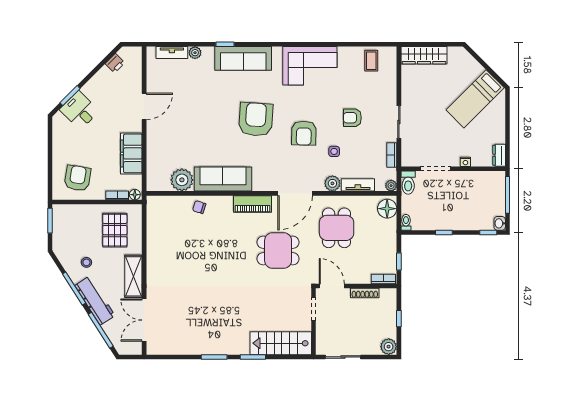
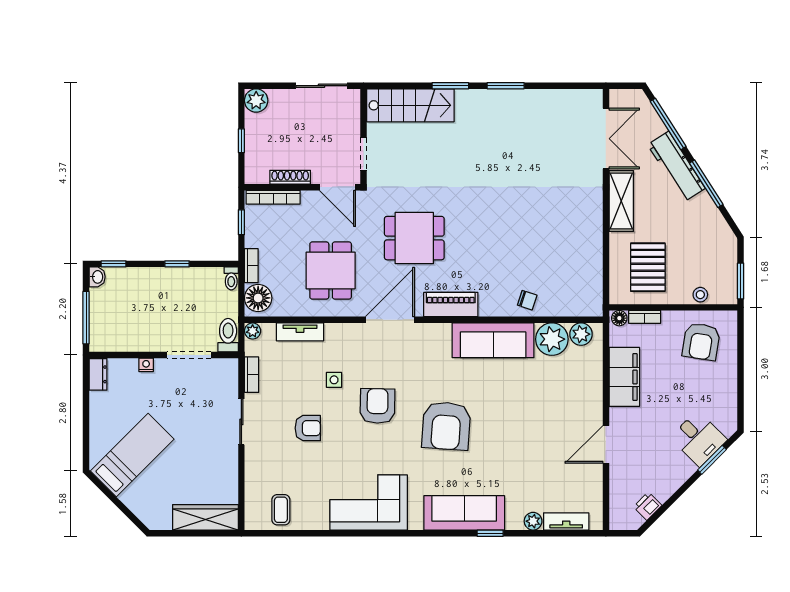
plant: (332, 183) -> (581, 334), moved
bookcase: (392, 231) -> (251, 266), added
stool: (86, 262) -> (700, 295), moved
bookcase: (383, 279) -> (273, 197), width x1.56

